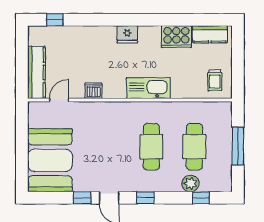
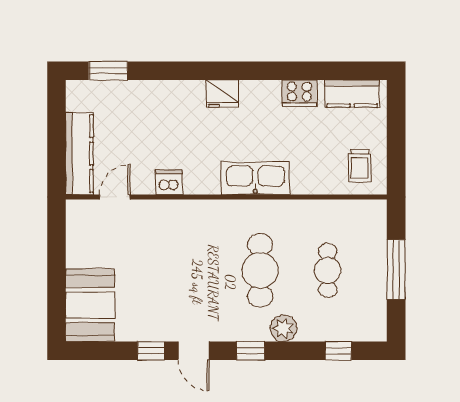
window: (55, 20) -> (108, 71), width x1.50
cooker: (176, 37) -> (299, 93), width x0.73, depth x0.76
cafe table: (194, 147) -> (328, 270), width x0.73, depth x0.74
booth: (50, 160) -> (90, 305), width x0.73, depth x0.70
plant: (191, 183) -> (284, 328), moved

